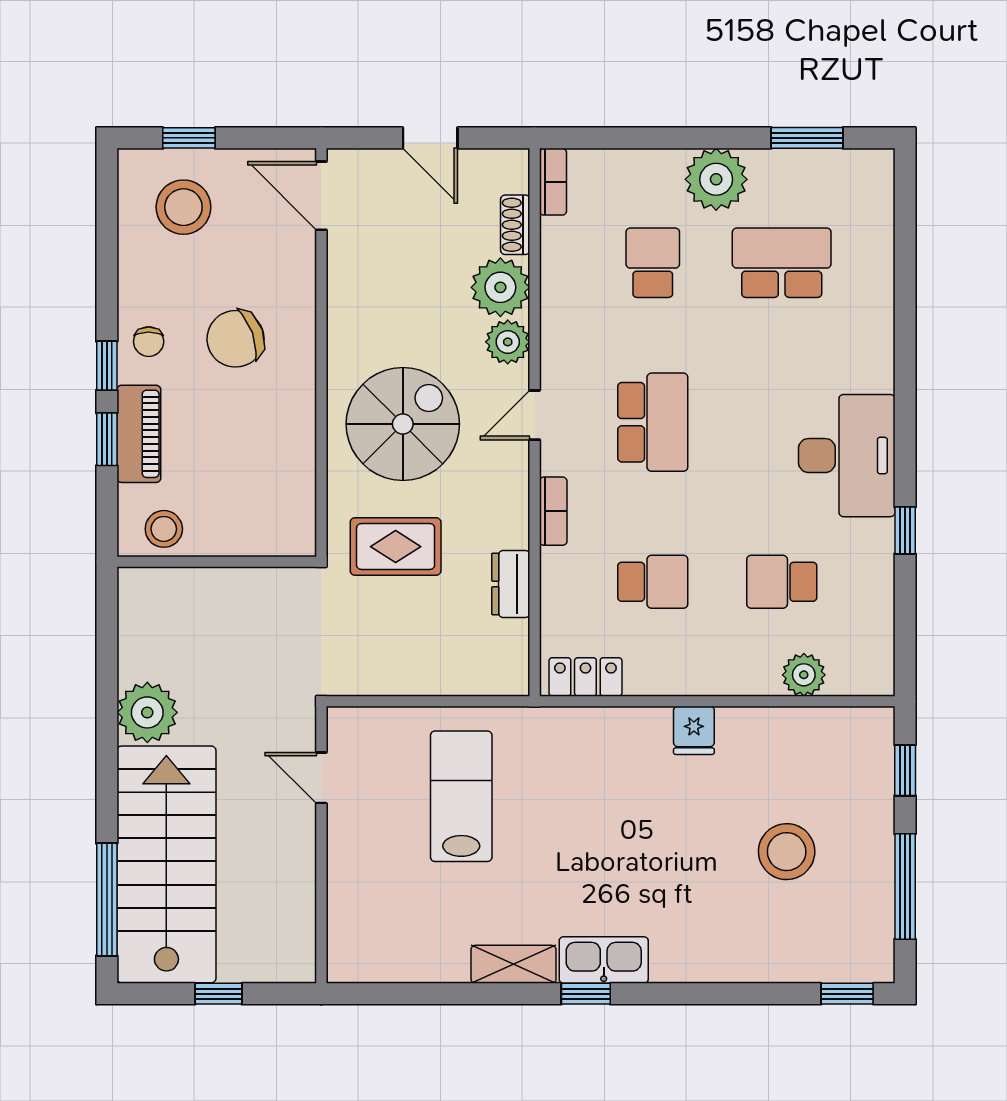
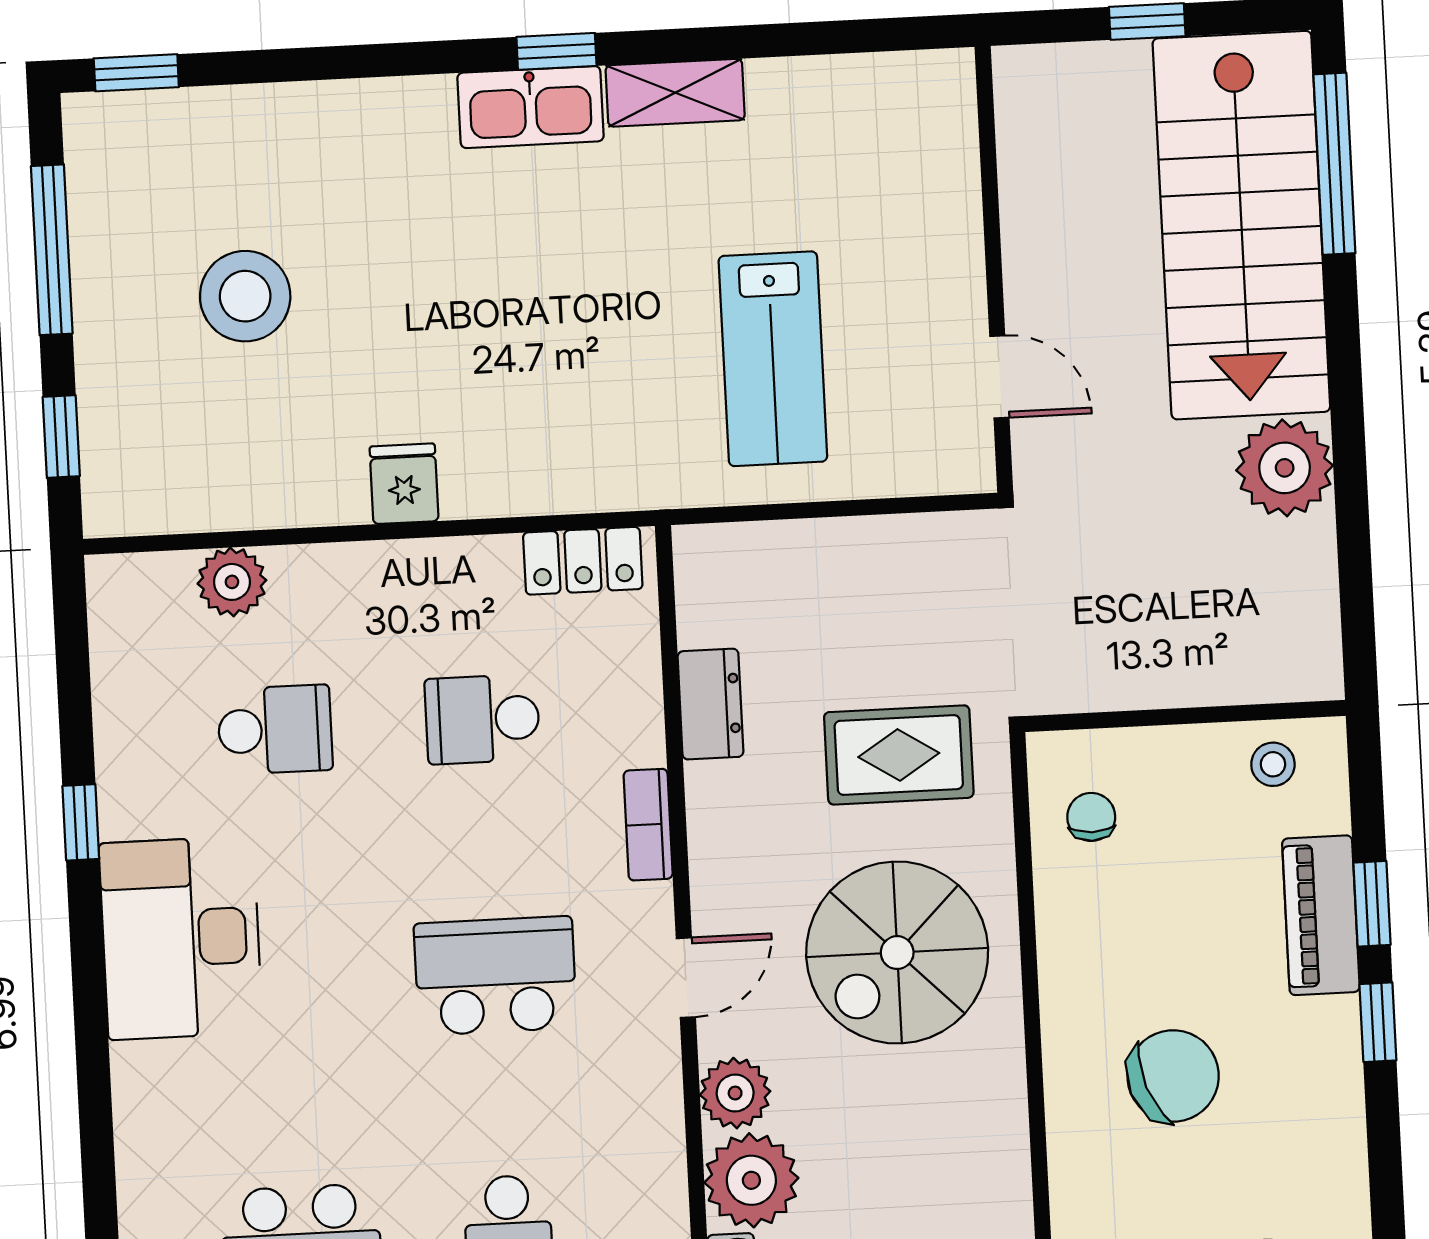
chair: (149, 342) -> (1091, 817), moved
school desk: (653, 422) -> (495, 976), turned 90
stool: (164, 529) -> (1273, 764), width x0.73, depth x0.73

